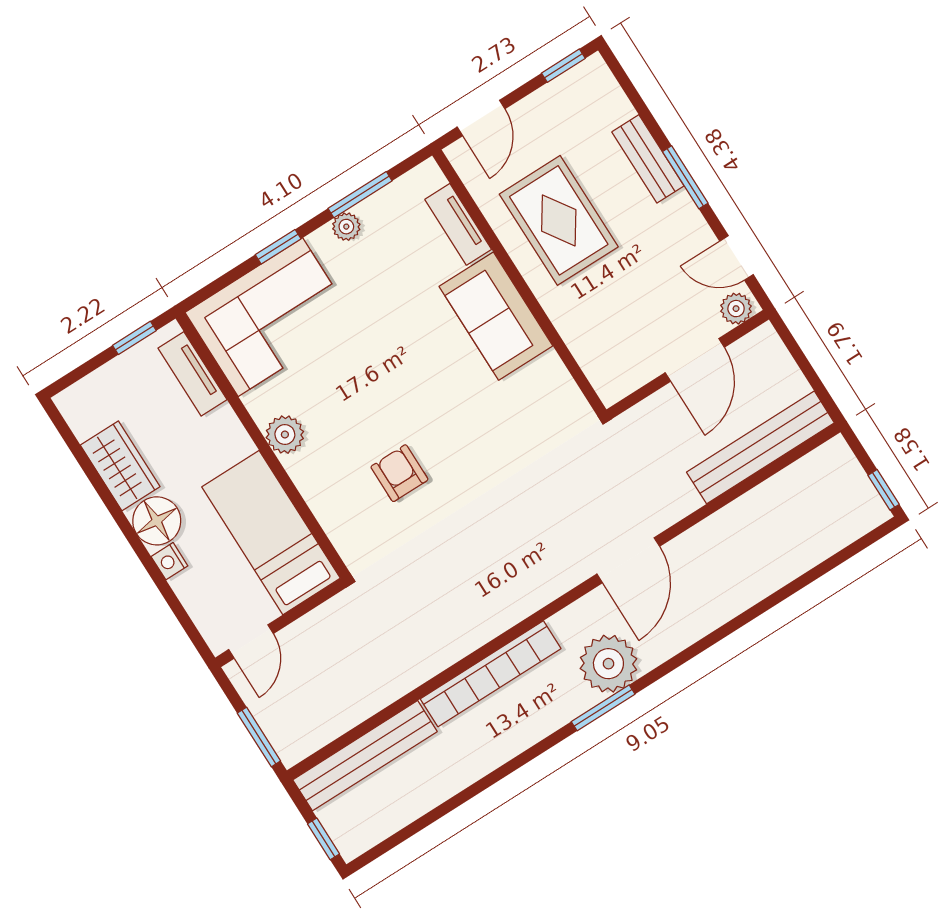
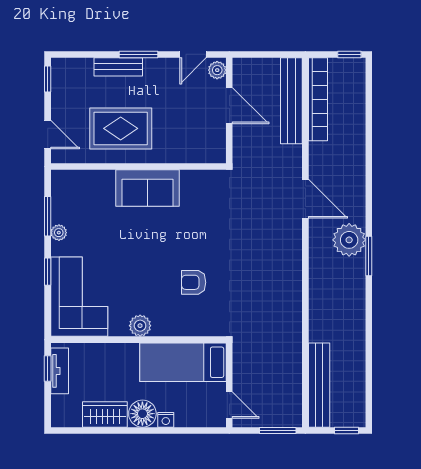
tv unit: (458, 224) -> (92, 178), removed
tv unit: (192, 374) -> (60, 371), moved, turned -90
bookcase: (491, 674) -> (318, 99), moved

